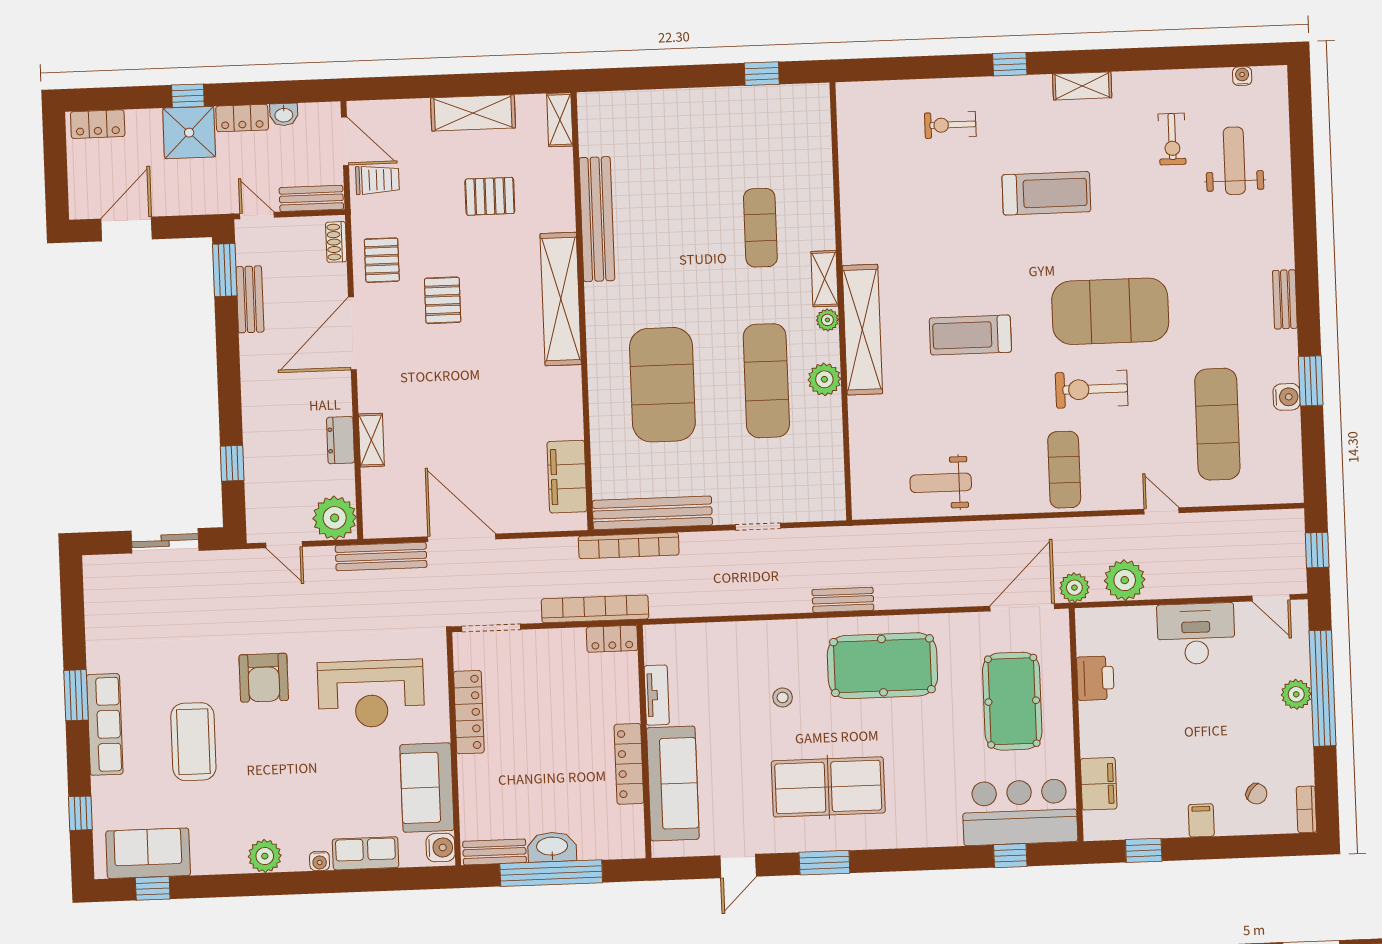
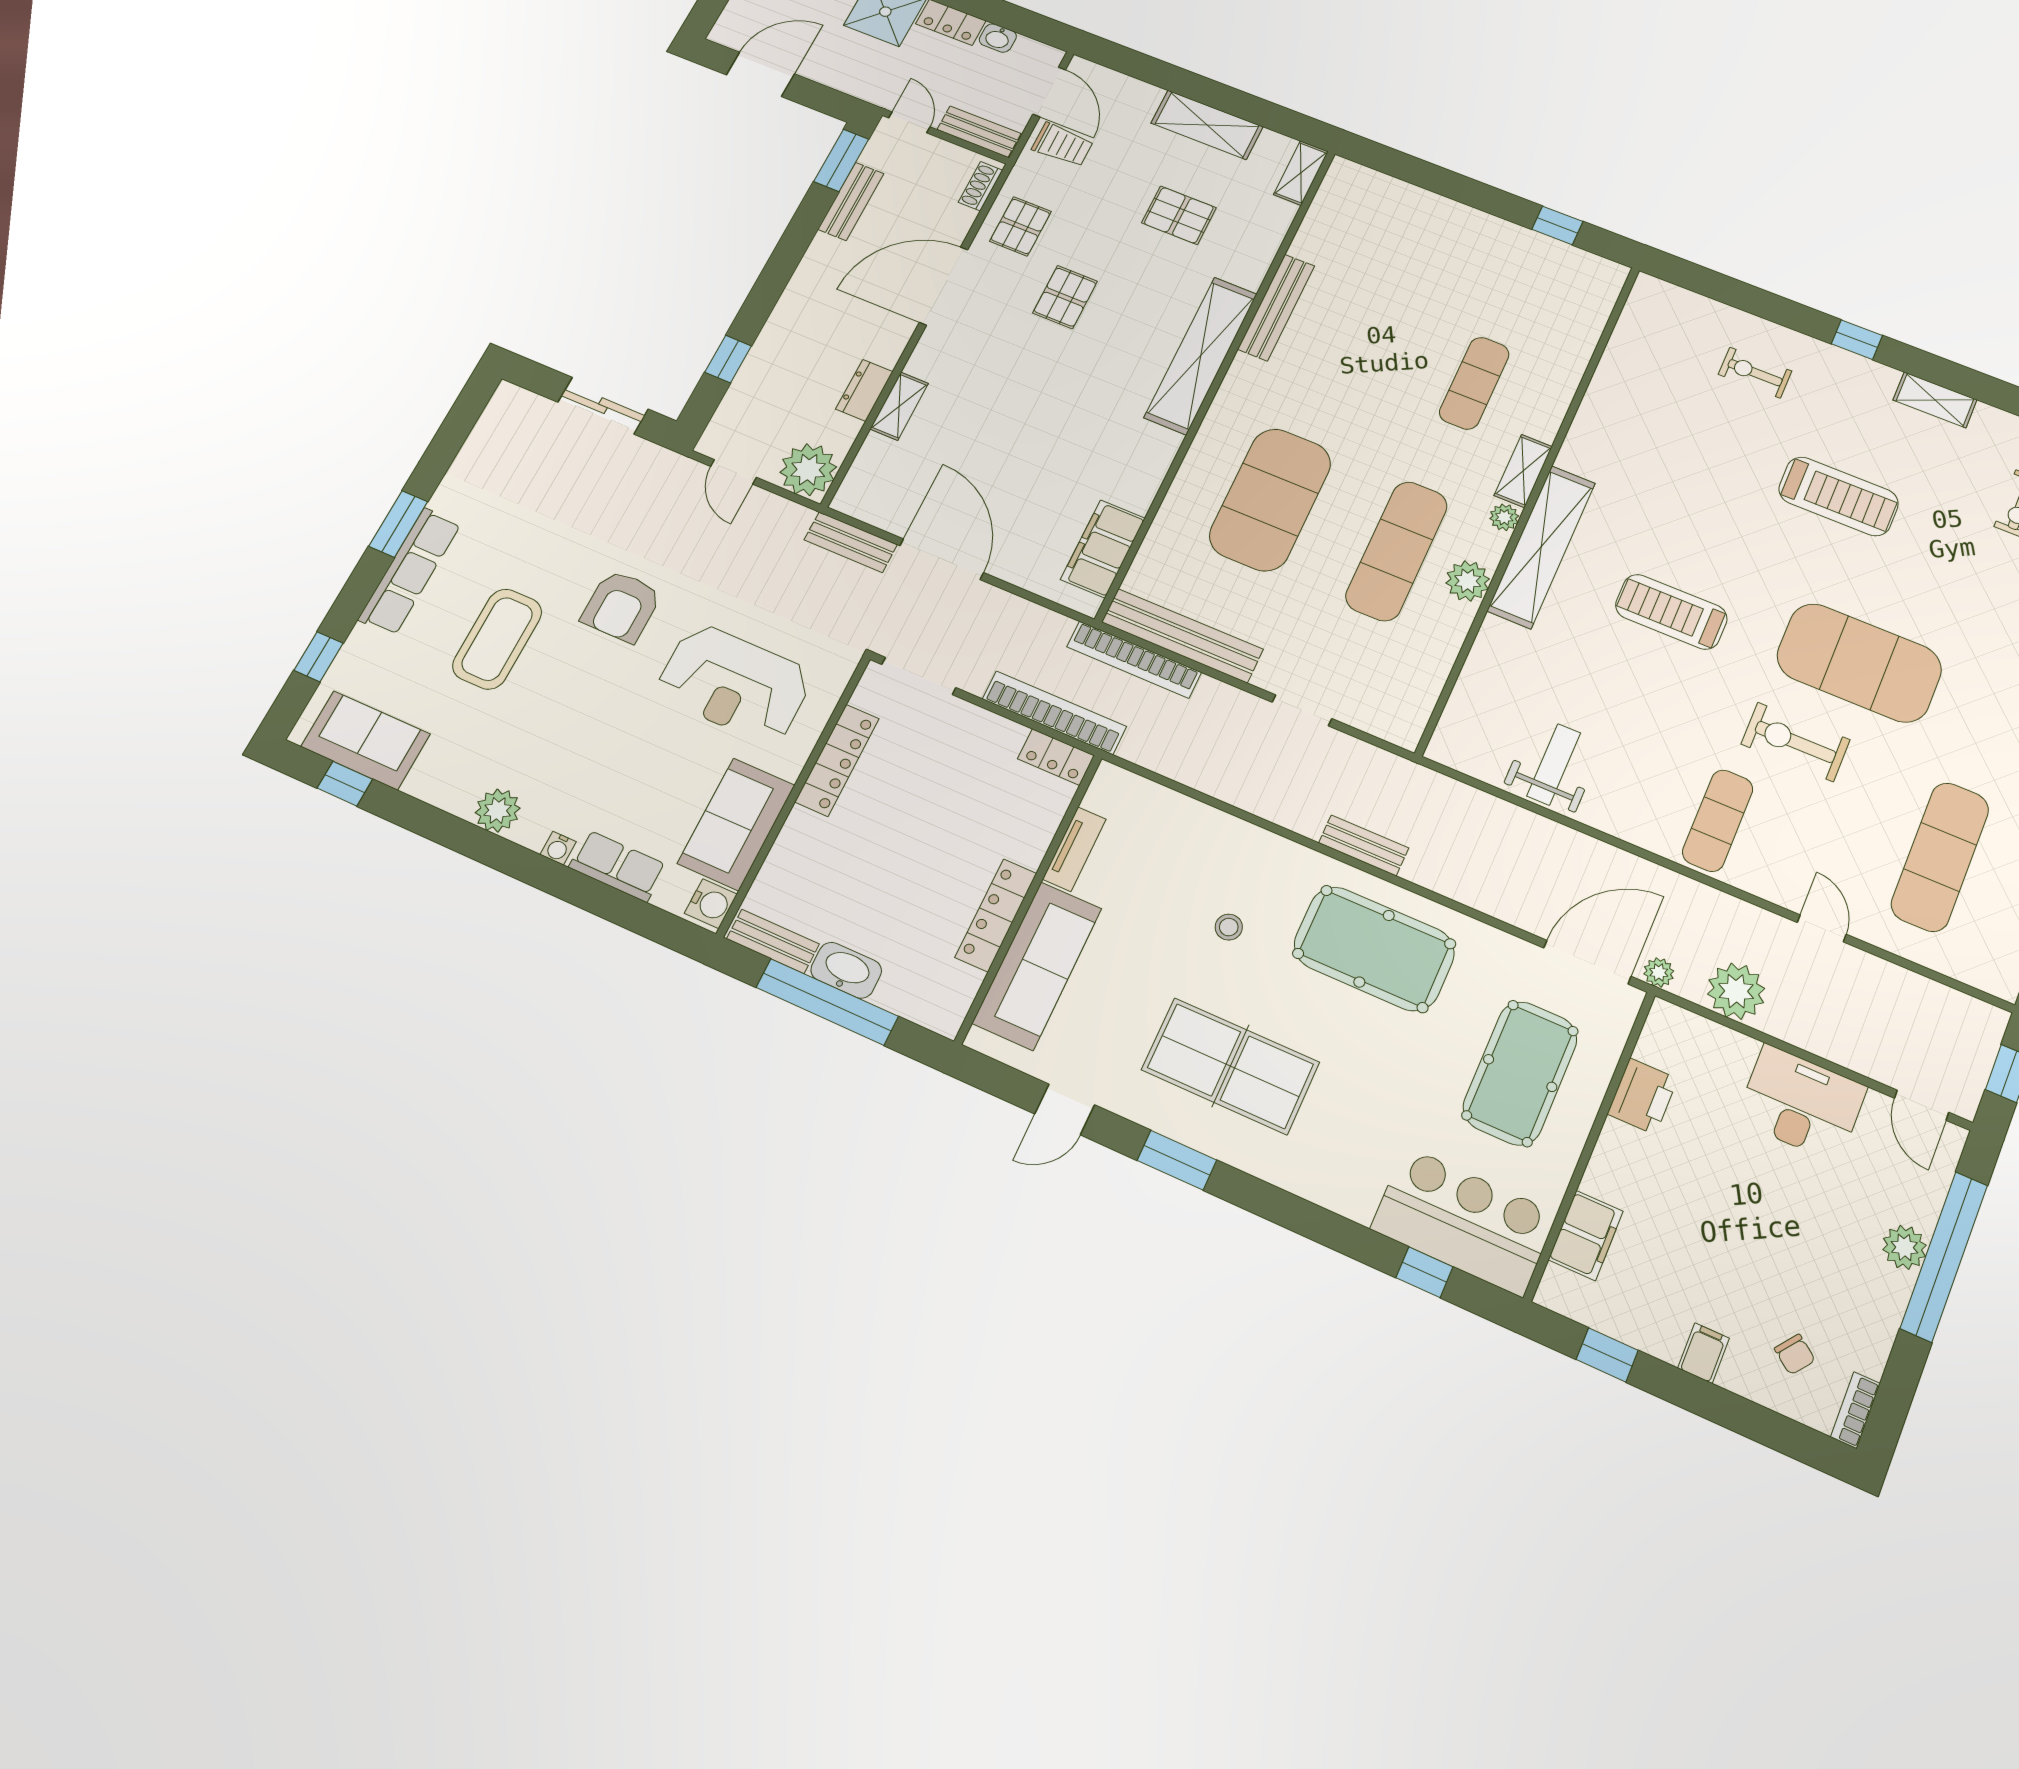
bench: (597, 219) -> (1276, 307), width x0.73, depth x0.82
weight bench: (941, 483) -> (1554, 764), turned 90
bench: (381, 556) -> (851, 542), width x0.73
plant: (1074, 588) -> (1659, 972), width x0.73, depth x0.73

